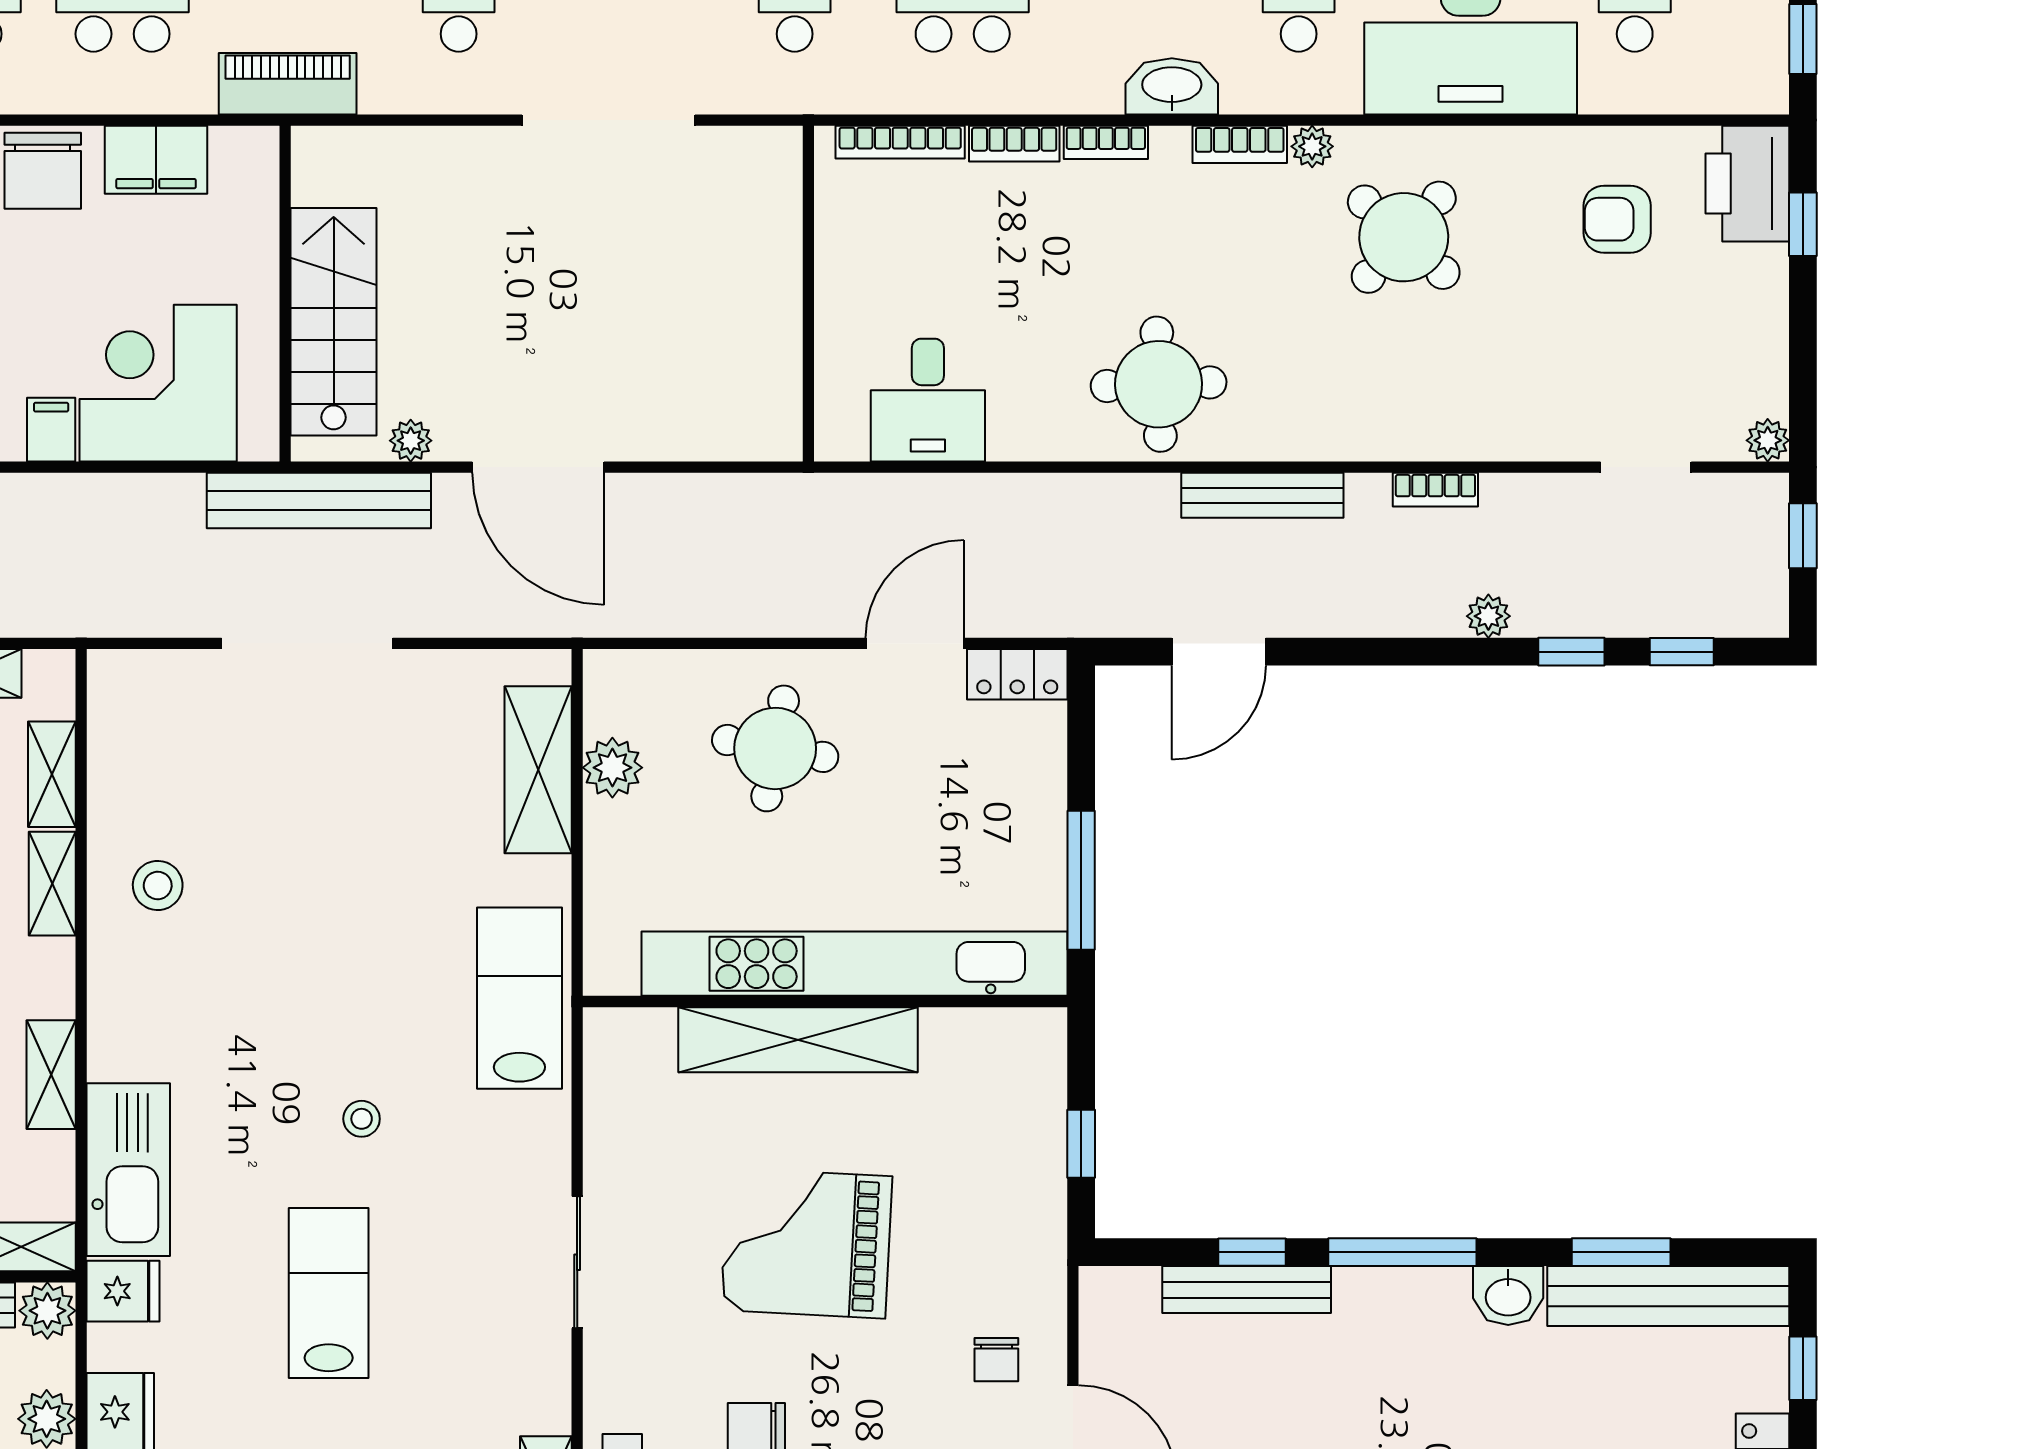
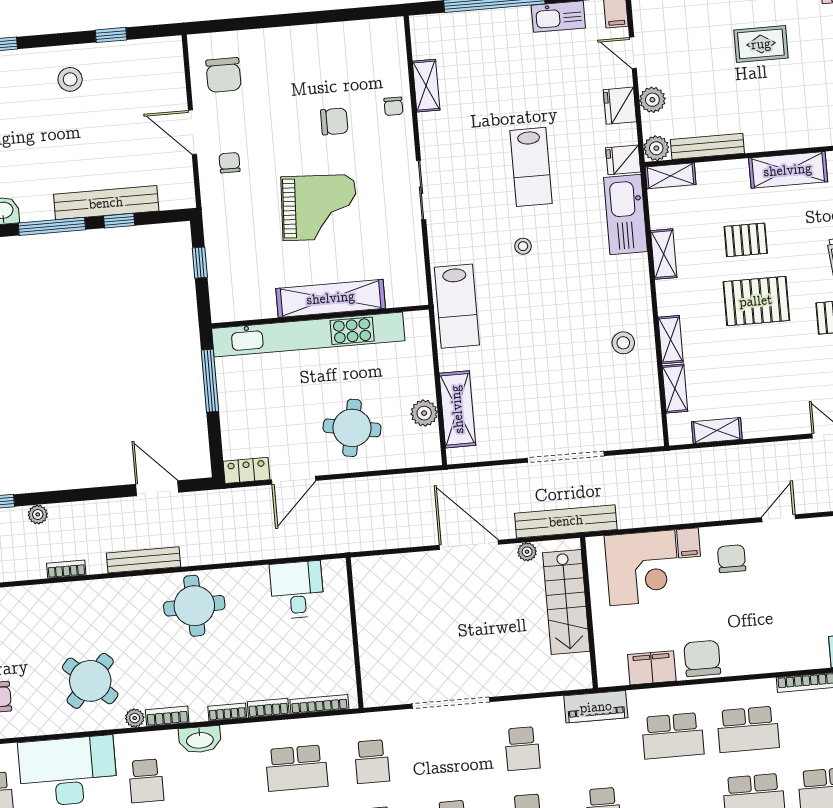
door: (1219, 652) -> (157, 488), hinge flipped
bench: (1247, 1290) -> (106, 203), width x1.37, depth x1.21

